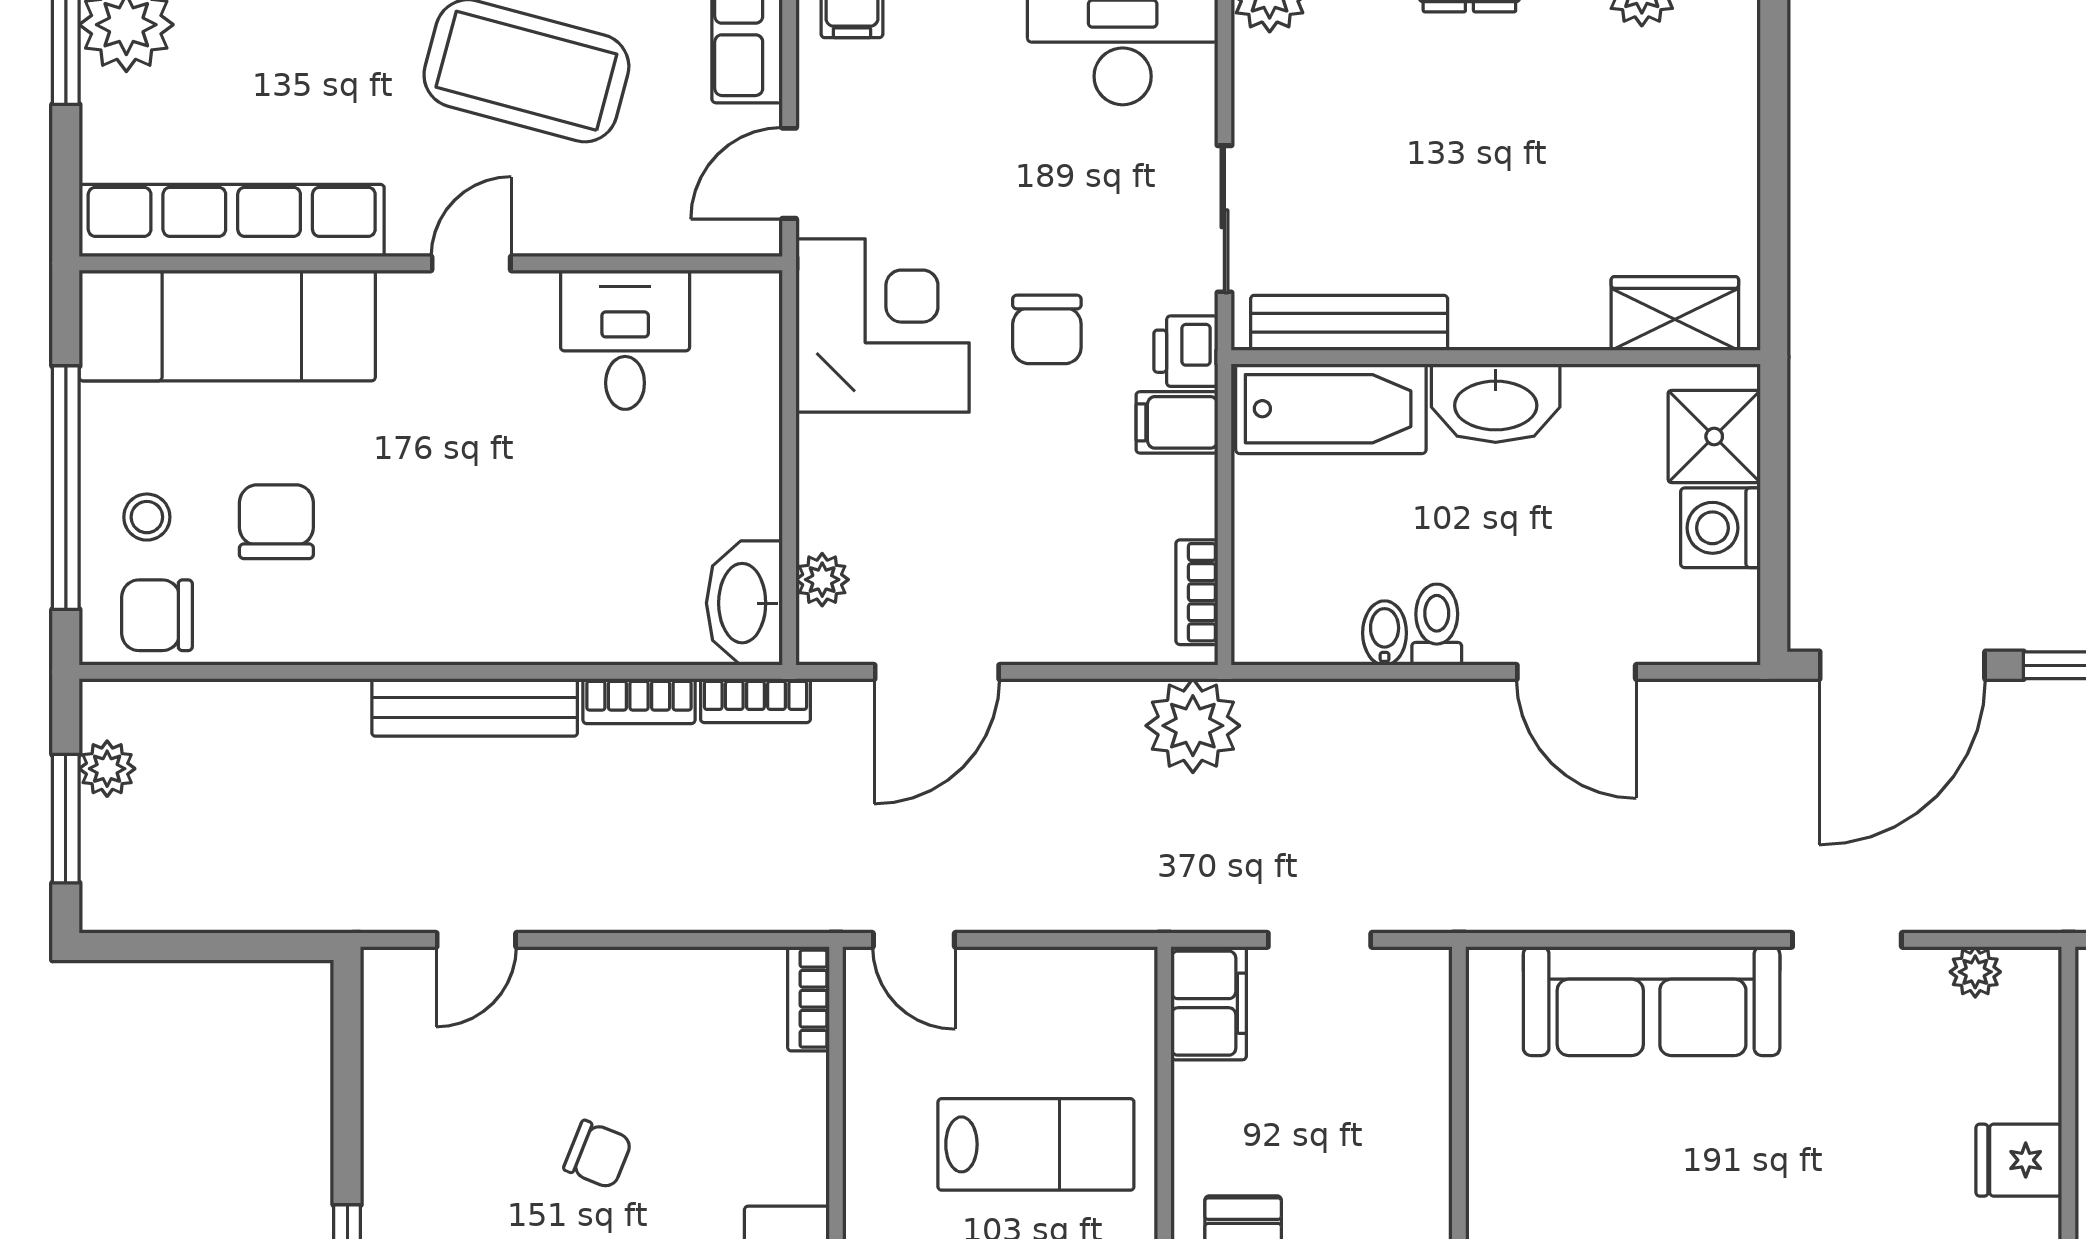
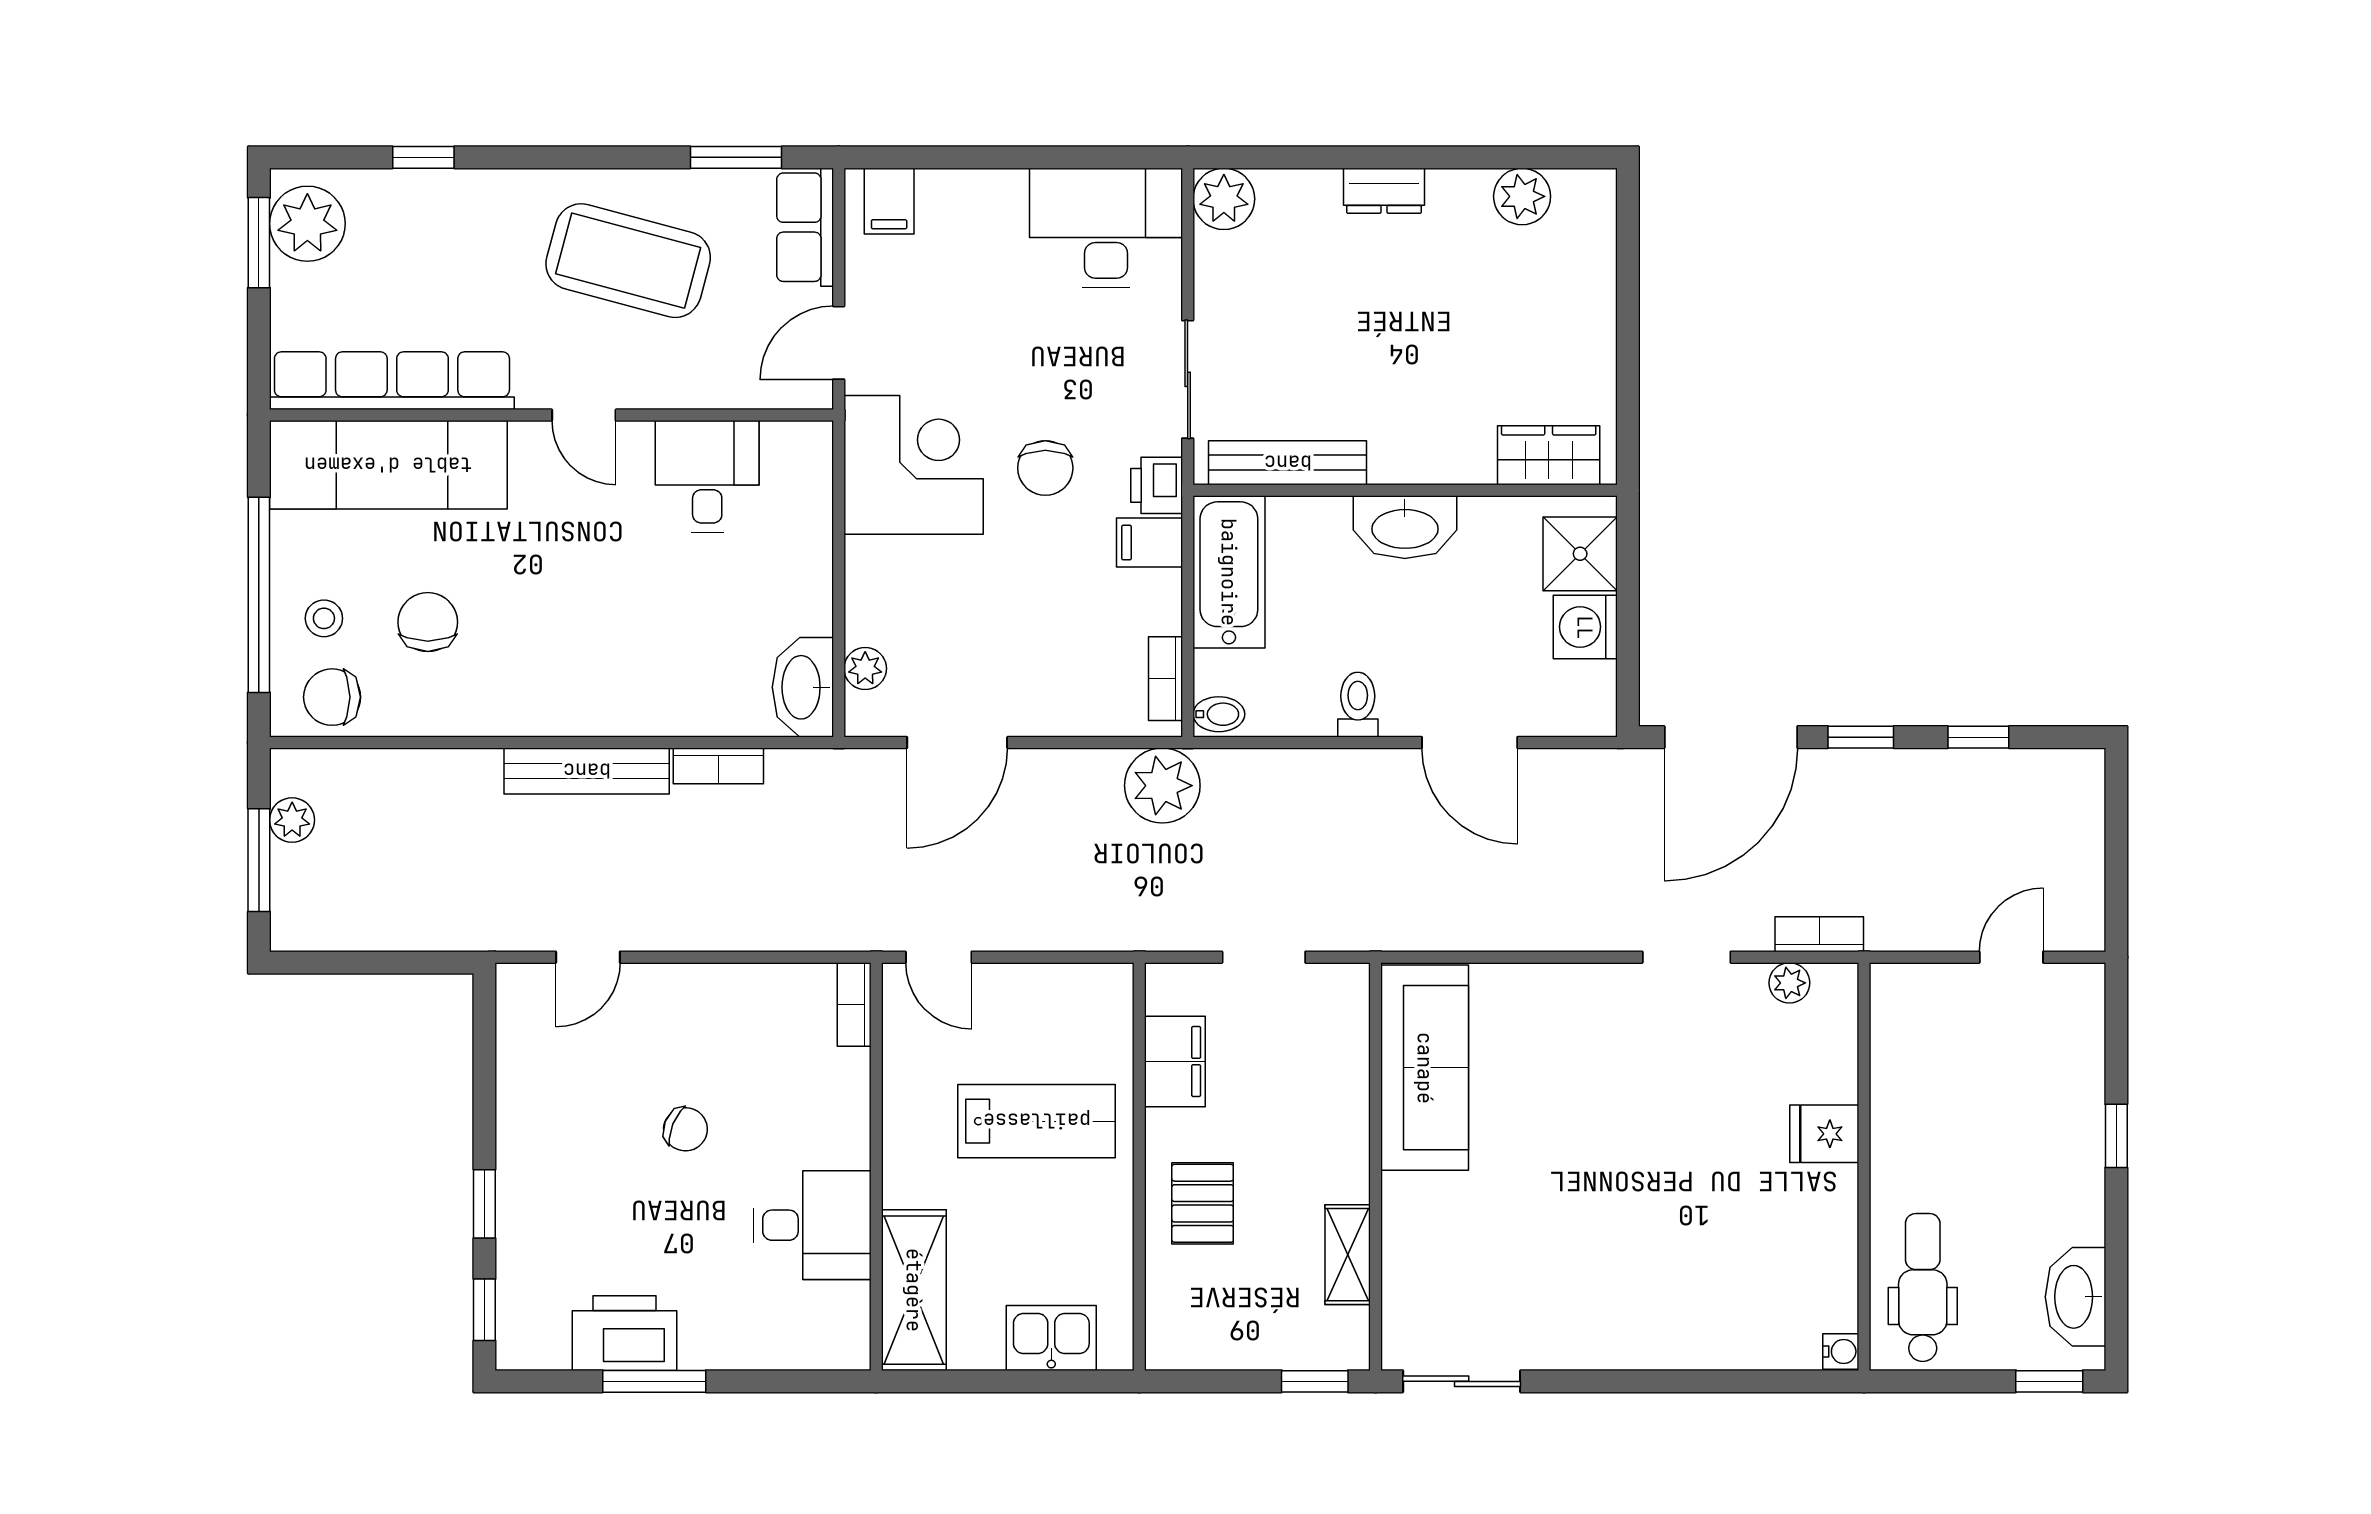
door: (471, 263) -> (584, 415), swing flipped
bathtub: (1331, 409) -> (1229, 572), moved, turned -90
bidet: (1385, 633) -> (1219, 714), moved, turned 90
bookcase: (755, 701) -> (1819, 934), moved, turned 180
sofa: (1652, 1001) -> (1425, 1068), moved, turned -90
filing cabinet: (1209, 1003) -> (1175, 1061), moved

